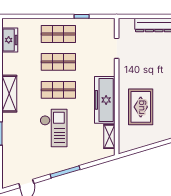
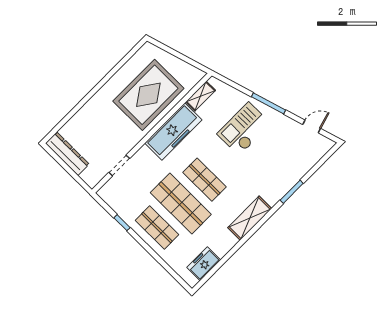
shop shelf: (58, 62) -> (181, 204), width x1.43, depth x1.36
rug: (141, 107) -> (148, 95), width x1.37, depth x1.44
checkout: (54, 128) -> (244, 129), moved

